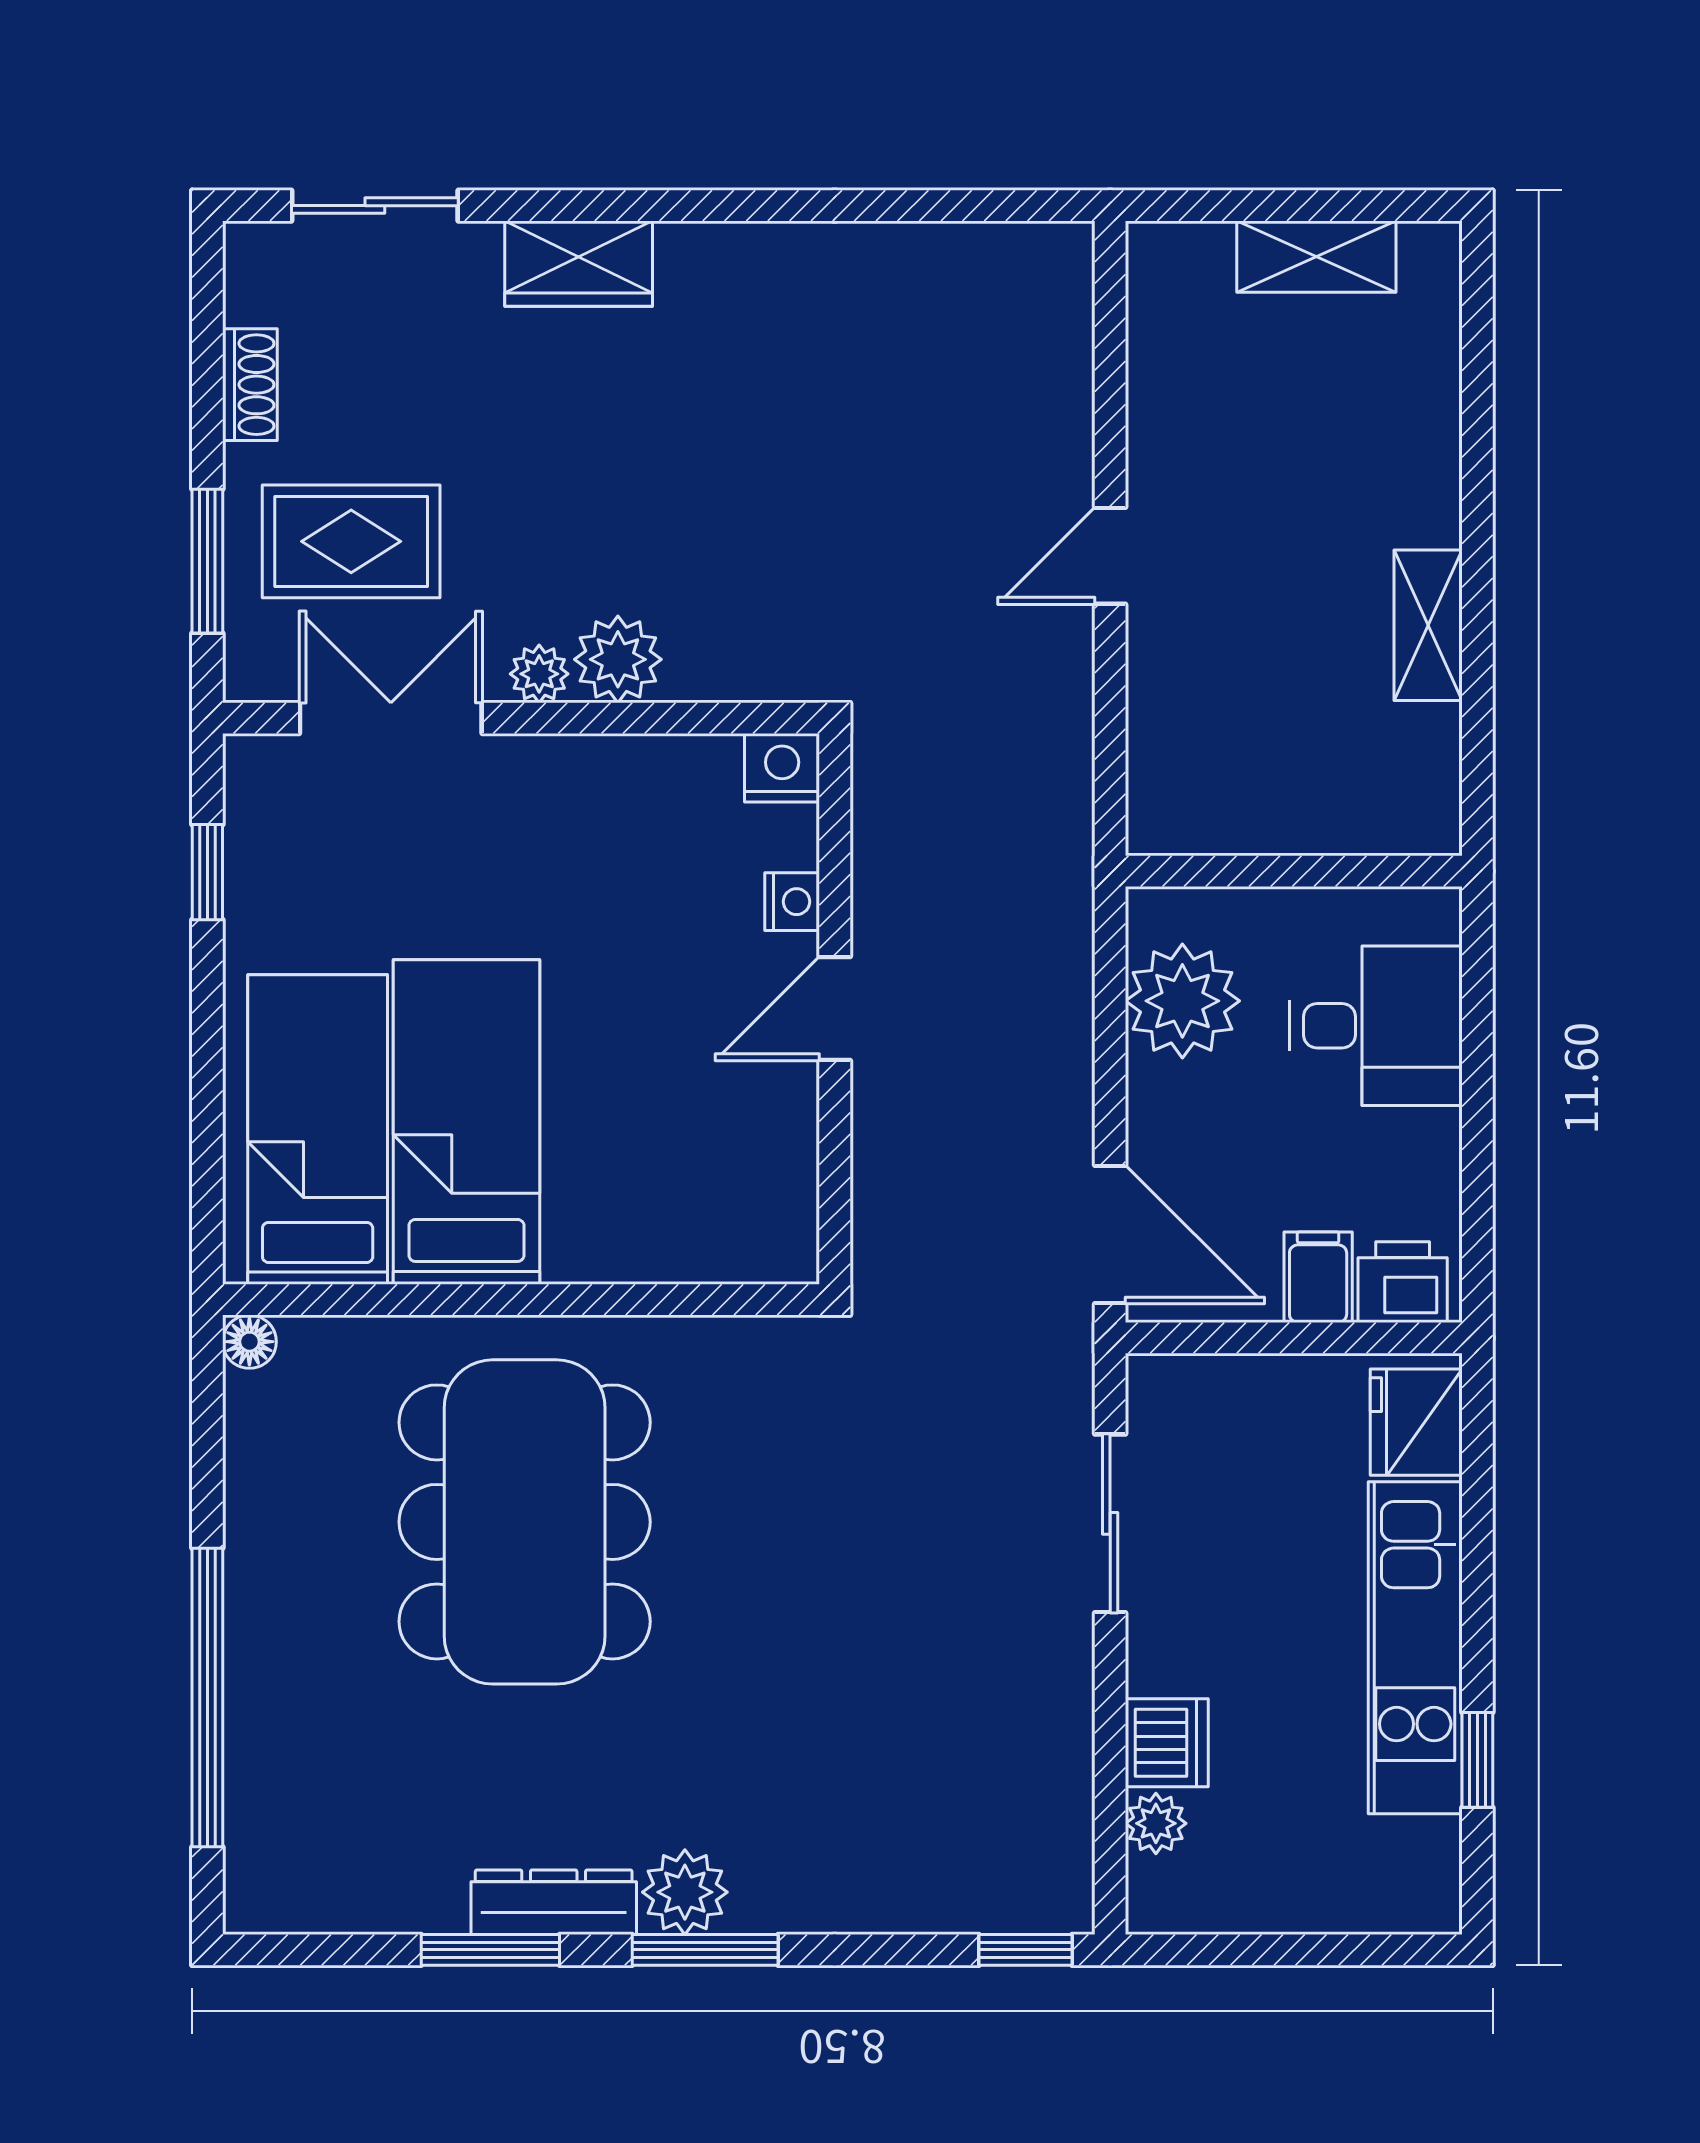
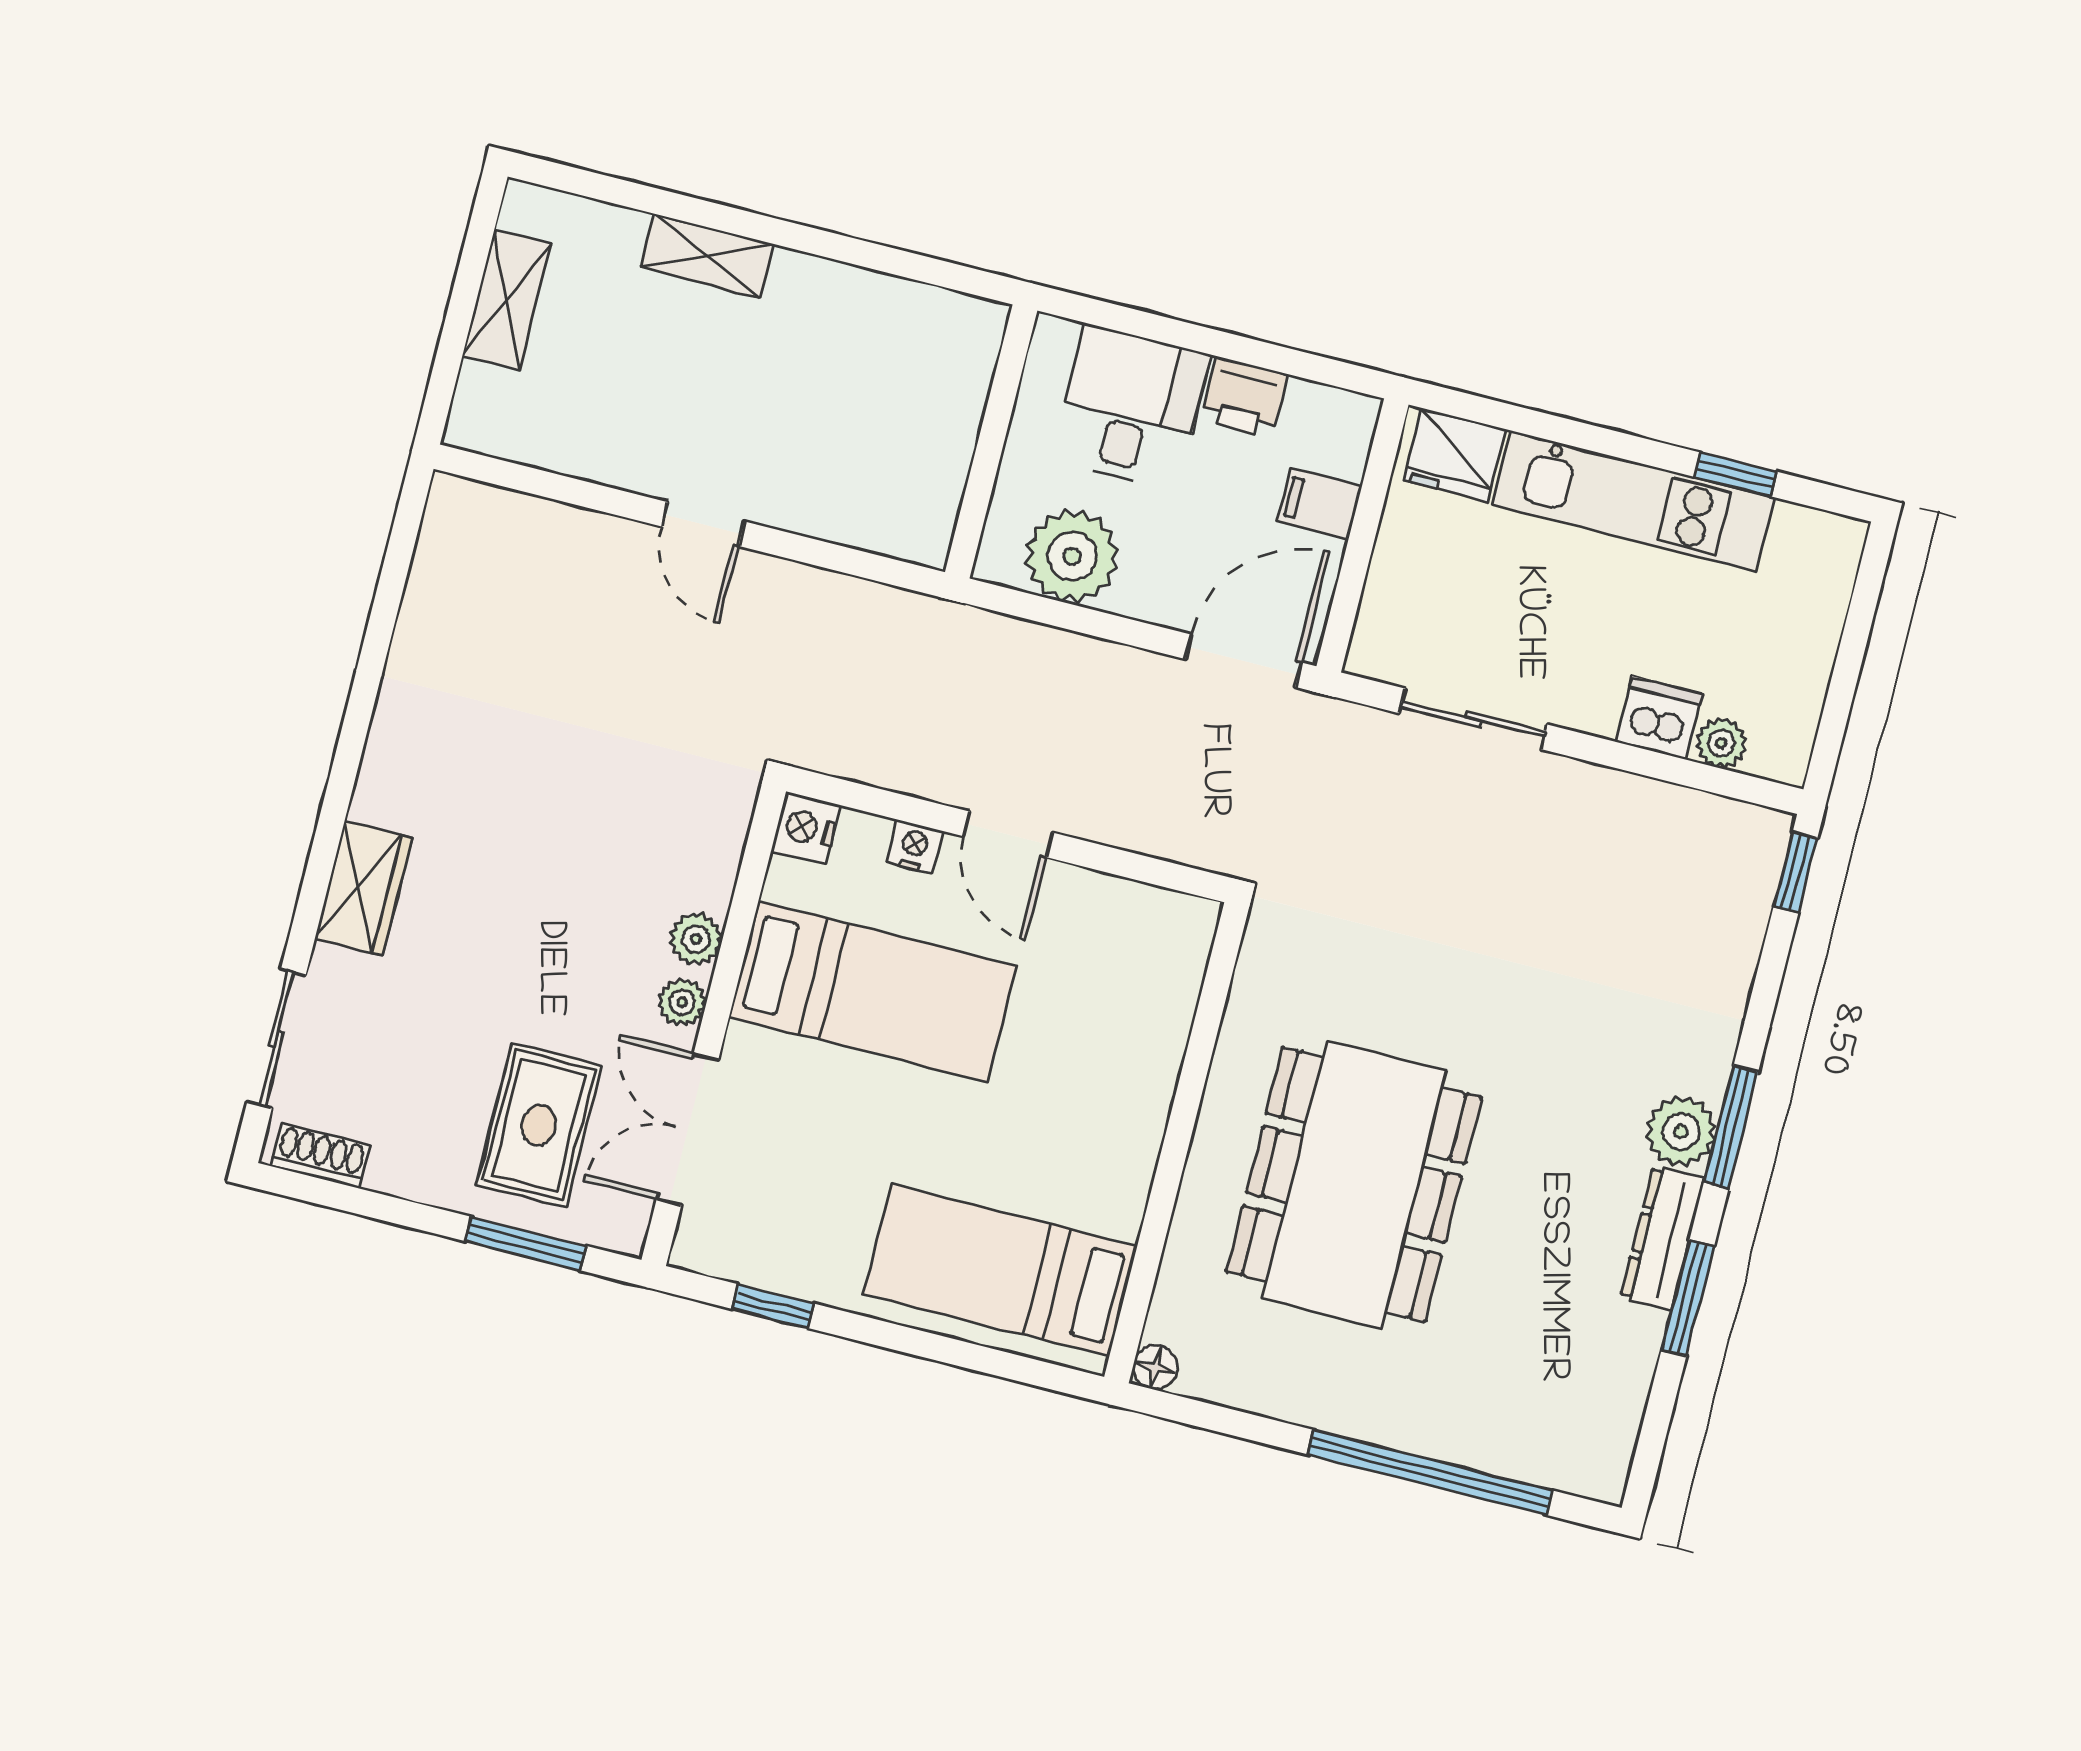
shoe rack: (250, 385) -> (321, 1156), moved
shelving: (1428, 625) -> (707, 256), moved
plant: (618, 659) -> (696, 939), width x0.73, depth x0.73
bed: (466, 1122) -> (873, 991), moved, turned 180
printer: (1403, 1282) -> (1244, 397), moved, turned -90
dining table: (525, 1522) -> (1354, 1185), turned 90

